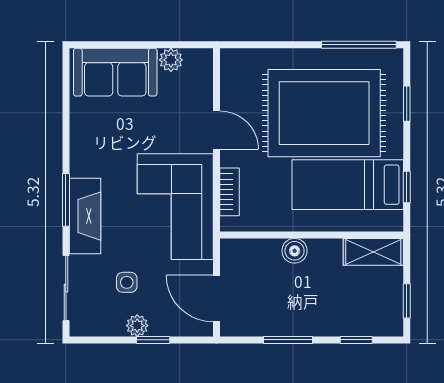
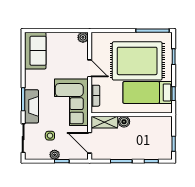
plant: (171, 60) -> (83, 37), moved
sofa: (115, 72) -> (35, 51), moved, turned -90
shelving: (373, 252) -> (104, 122), moved

